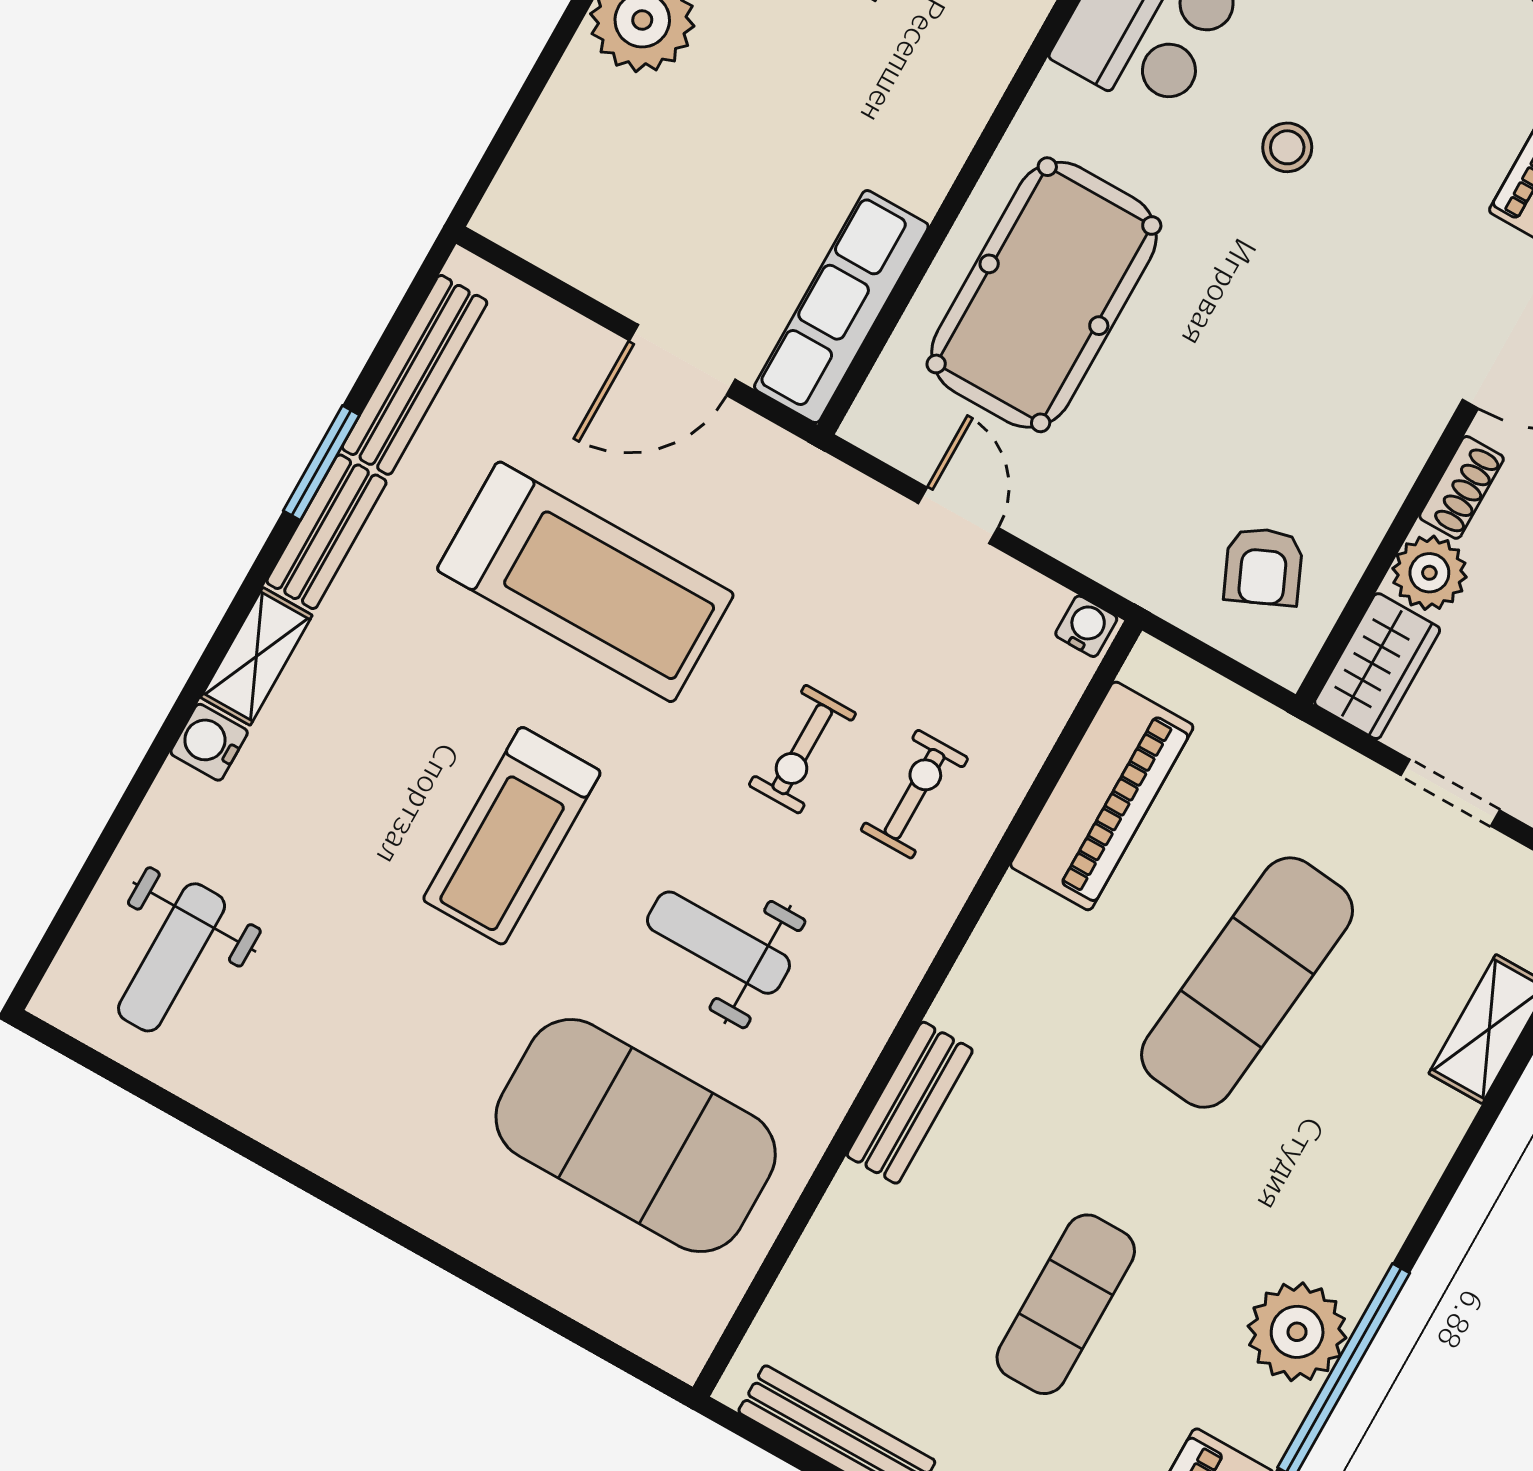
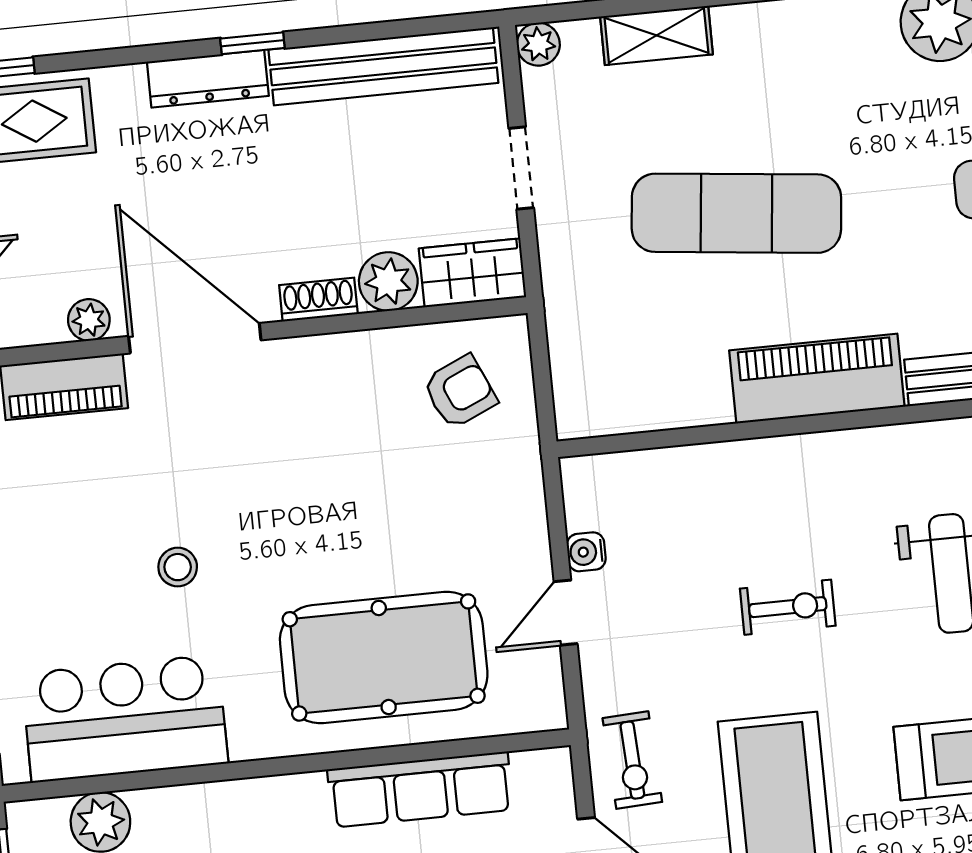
row of seats: (841, 307) -> (420, 790), moved
water cooler: (1086, 626) -> (586, 552), moved
exercise bike: (915, 794) -> (632, 760), moved, turned -93
piano: (1102, 796) -> (817, 379), moved

